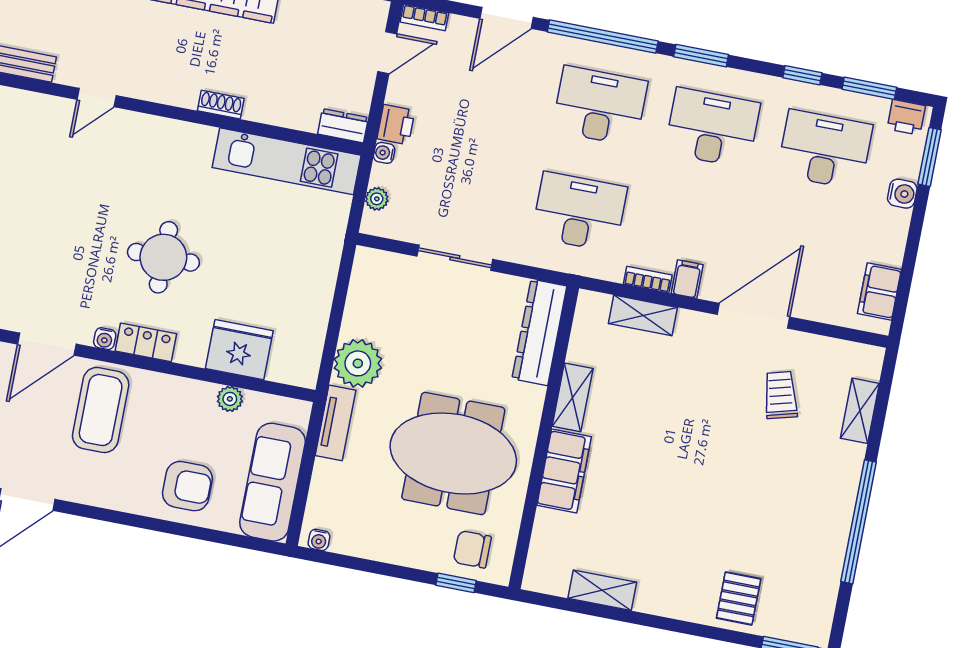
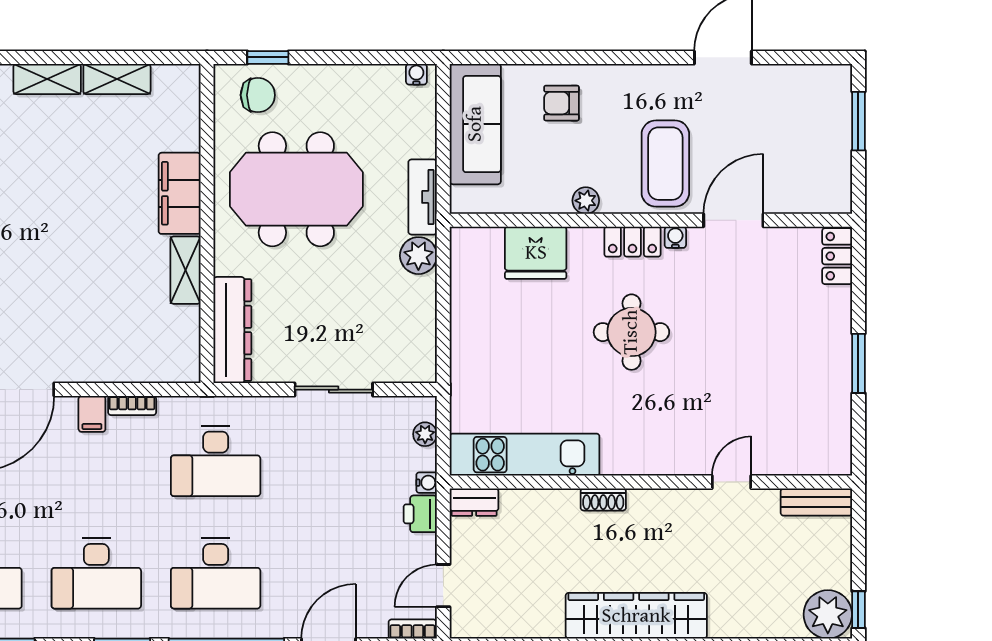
shelving: (643, 315) -> (47, 79), moved
plant: (358, 363) -> (418, 256), width x0.73, depth x0.73
plant: (230, 399) -> (586, 201), moved
armchair: (187, 486) -> (561, 103), width x0.72, depth x0.72

